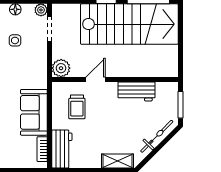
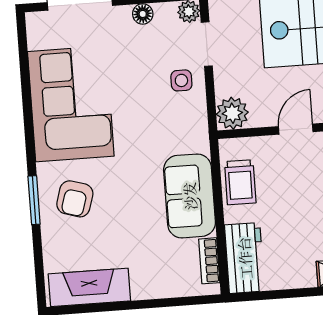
side table: (15, 40) -> (181, 80), moved
trolley: (77, 107) -> (240, 182), moved

